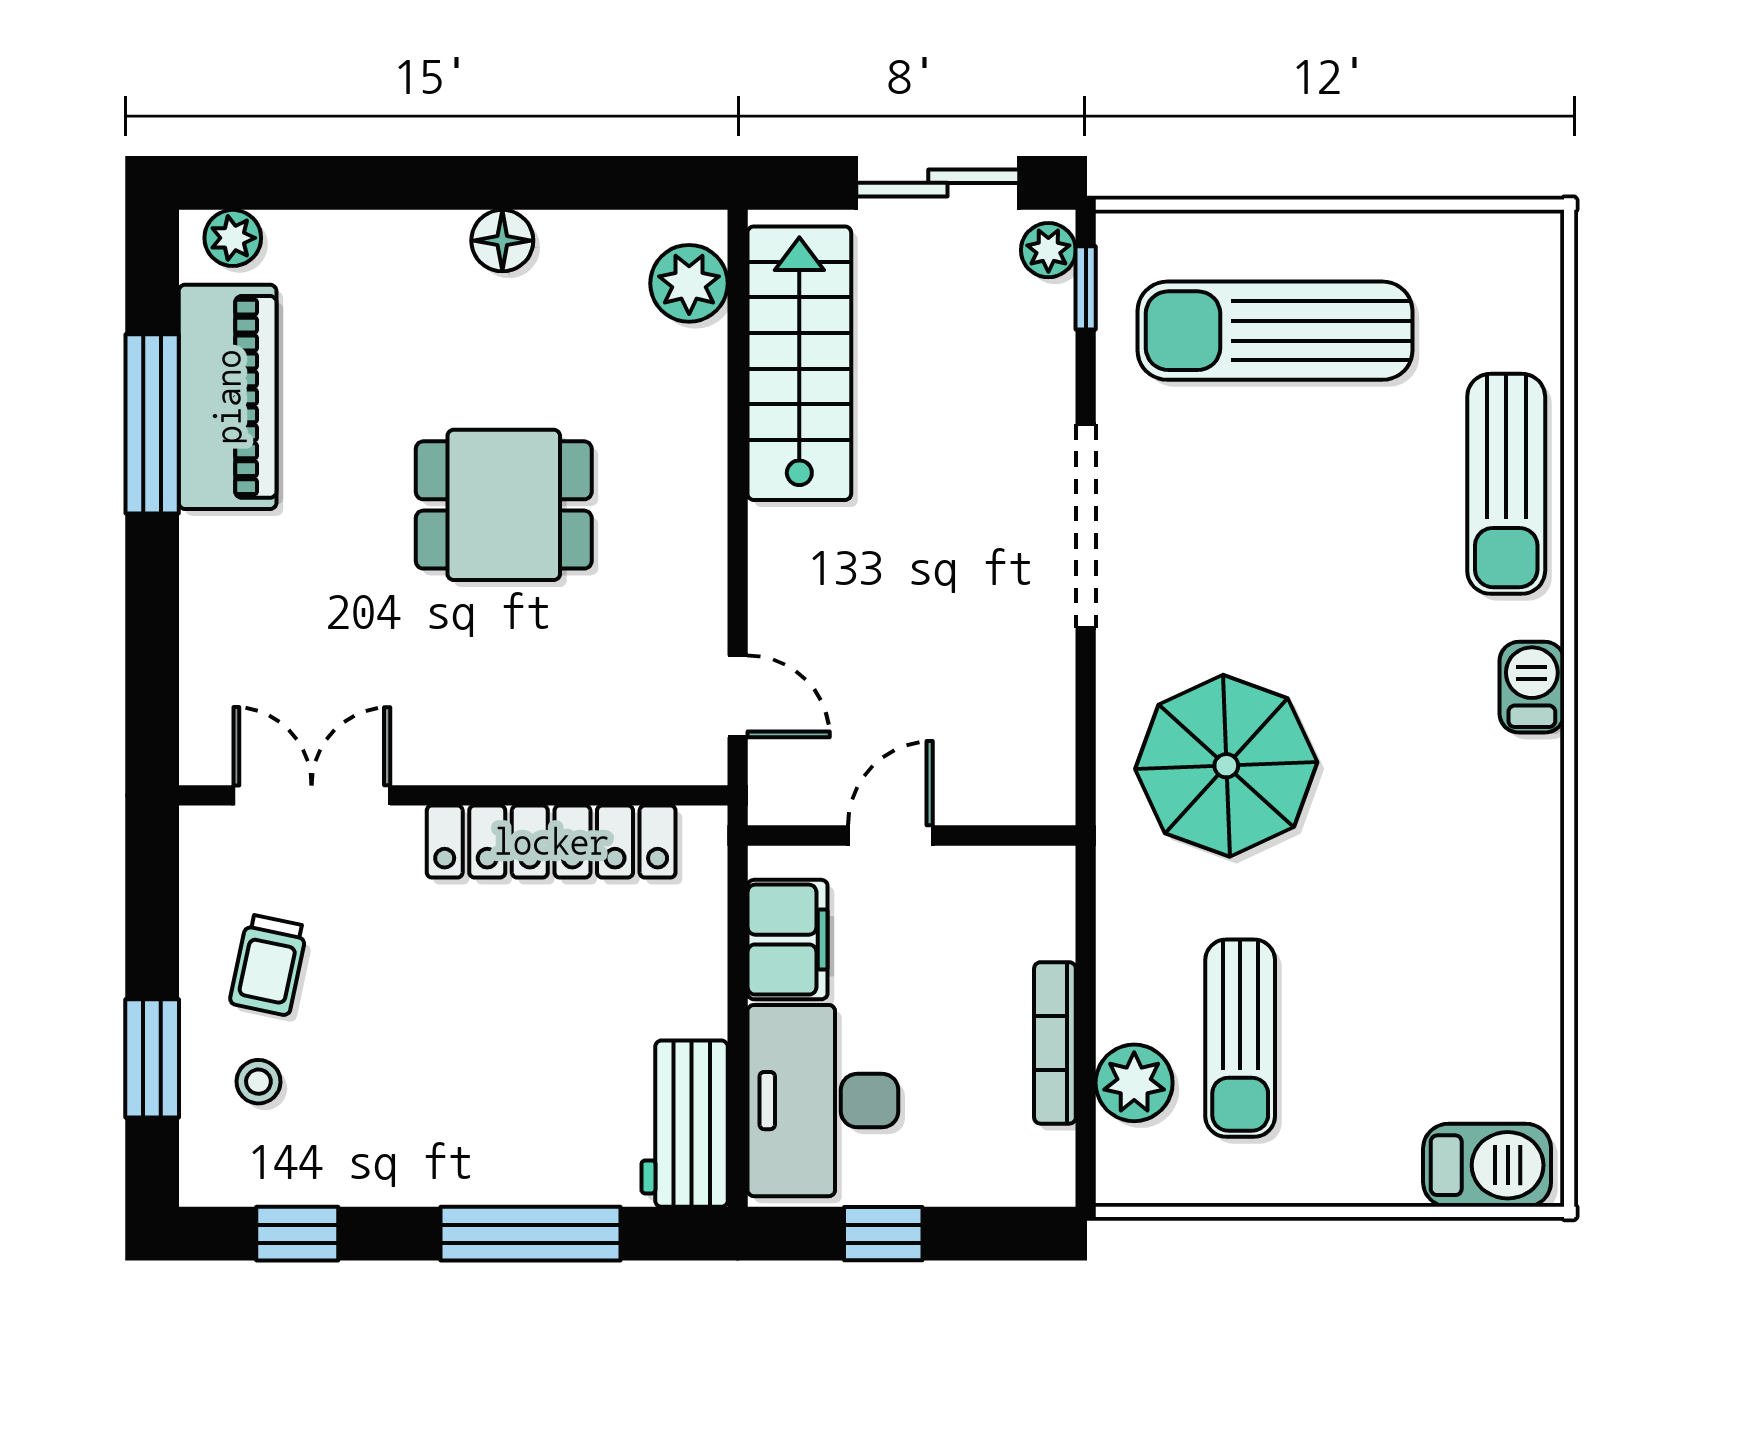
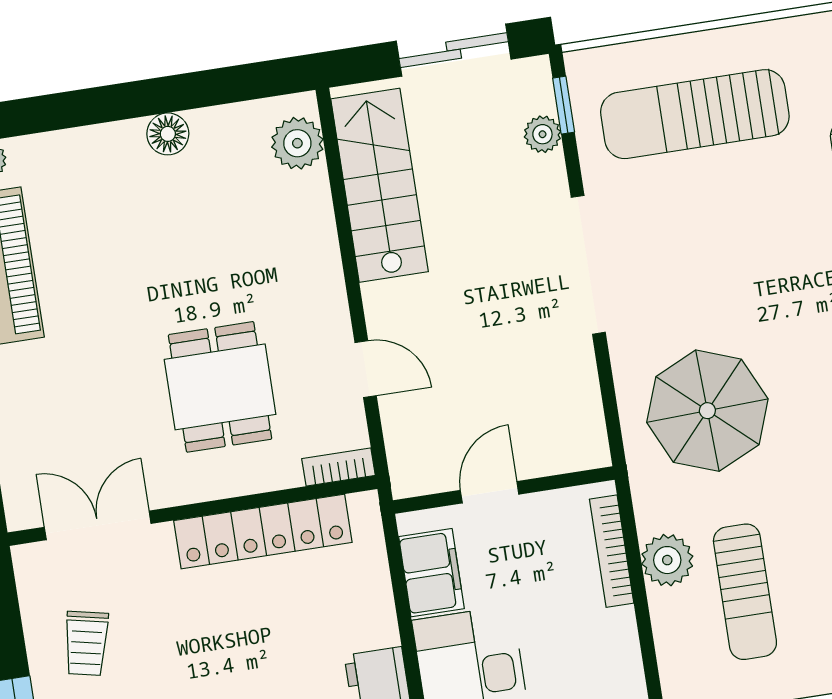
plant: (1048, 250) -> (542, 134), moved
dining table: (504, 505) -> (220, 387), moved, turned 90
door: (738, 696) -> (366, 369), moved
bookcase: (676, 765) -> (338, 467), added
bookcase: (1055, 1043) -> (612, 551), moved
plant: (1134, 1083) -> (667, 560), moved

